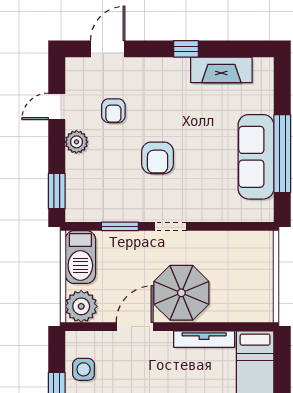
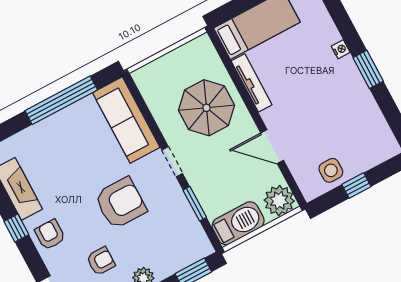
armchair: (163, 77) -> (50, 235), added
sofa: (256, 157) -> (126, 120), moved, turned 90
armchair: (158, 158) -> (120, 203), width x1.36, depth x1.36
parasol: (181, 293) -> (206, 108), moved

